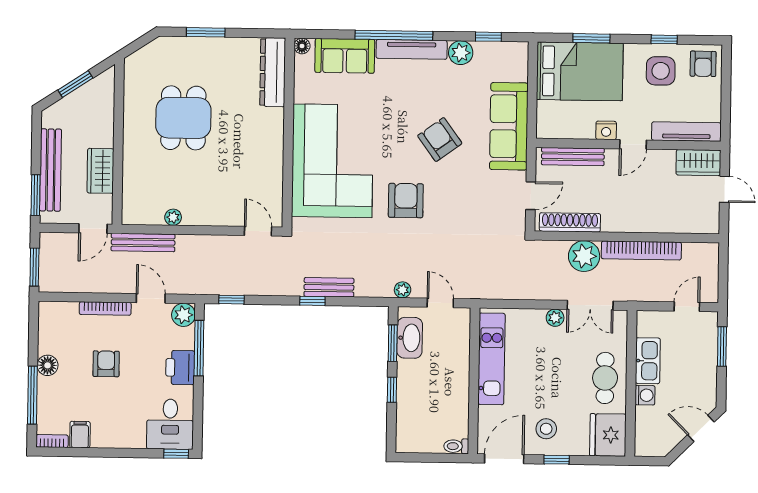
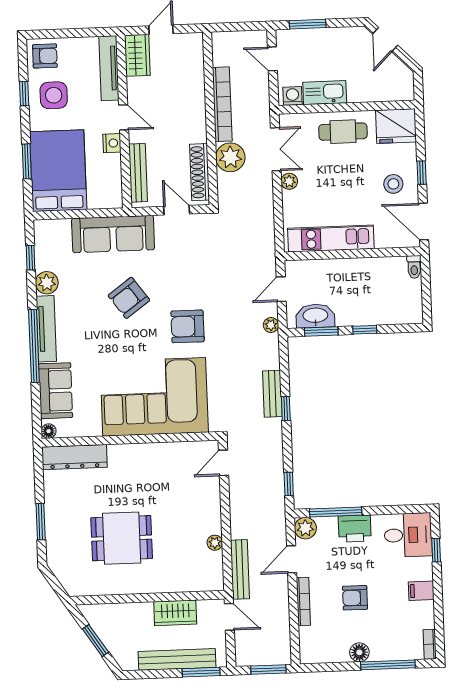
washing machine: (645, 395) -> (293, 96), moved
filing cabinet: (80, 435) -> (421, 591), moved
window: (176, 454) -> (436, 550), moved

